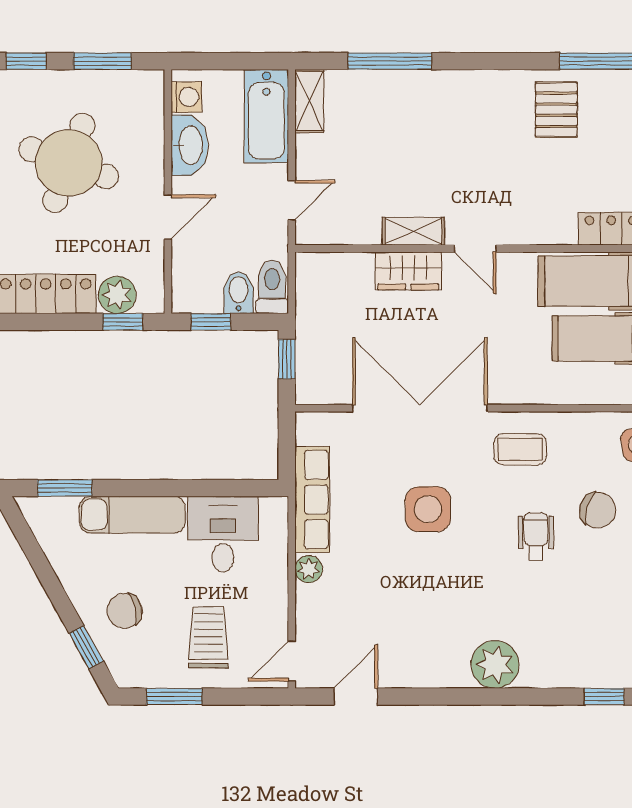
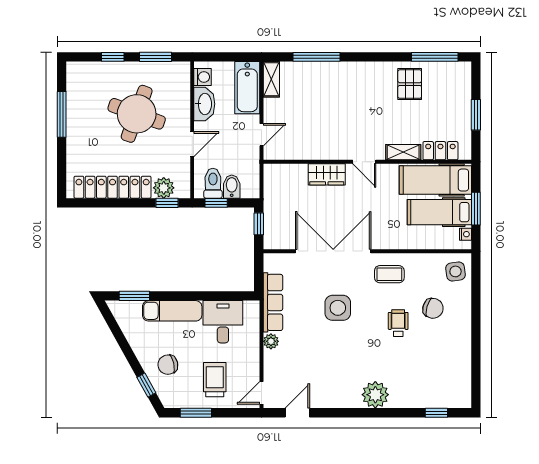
shelving: (413, 231) -> (403, 152), moved
toilet: (272, 287) -> (213, 183), moved

